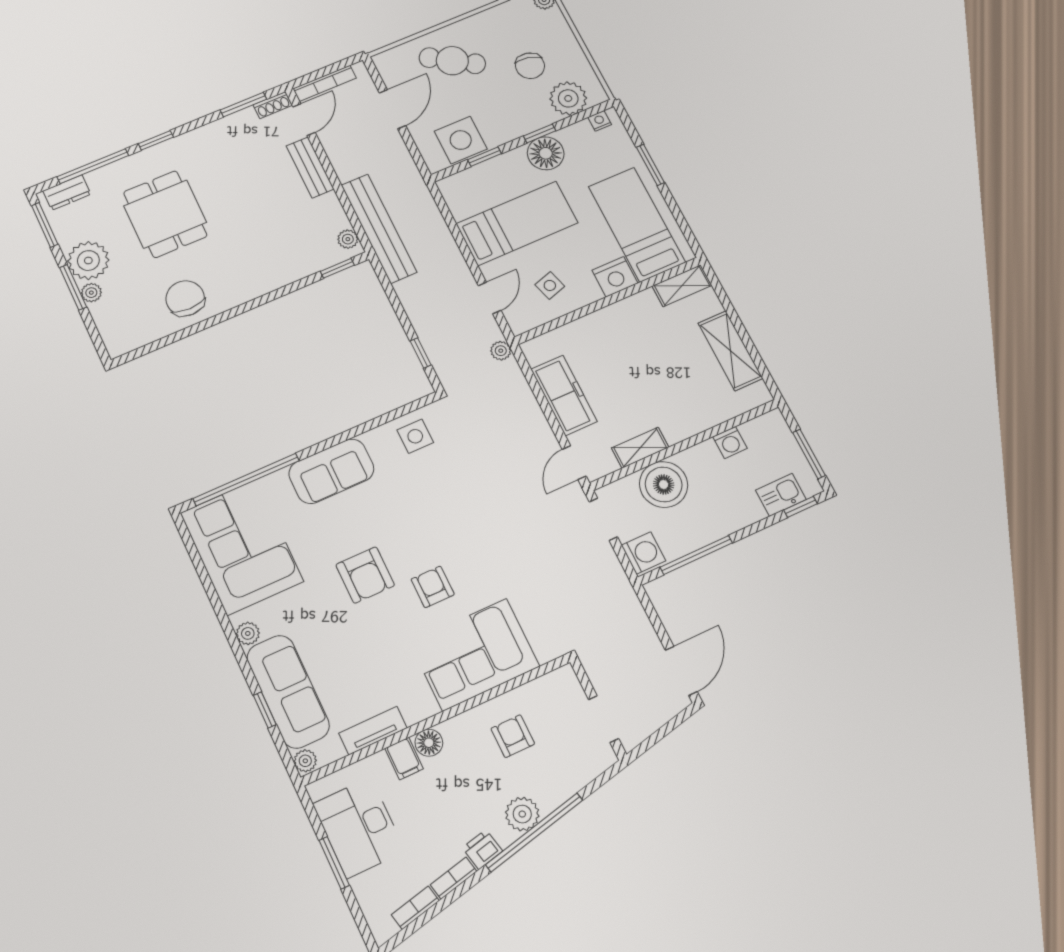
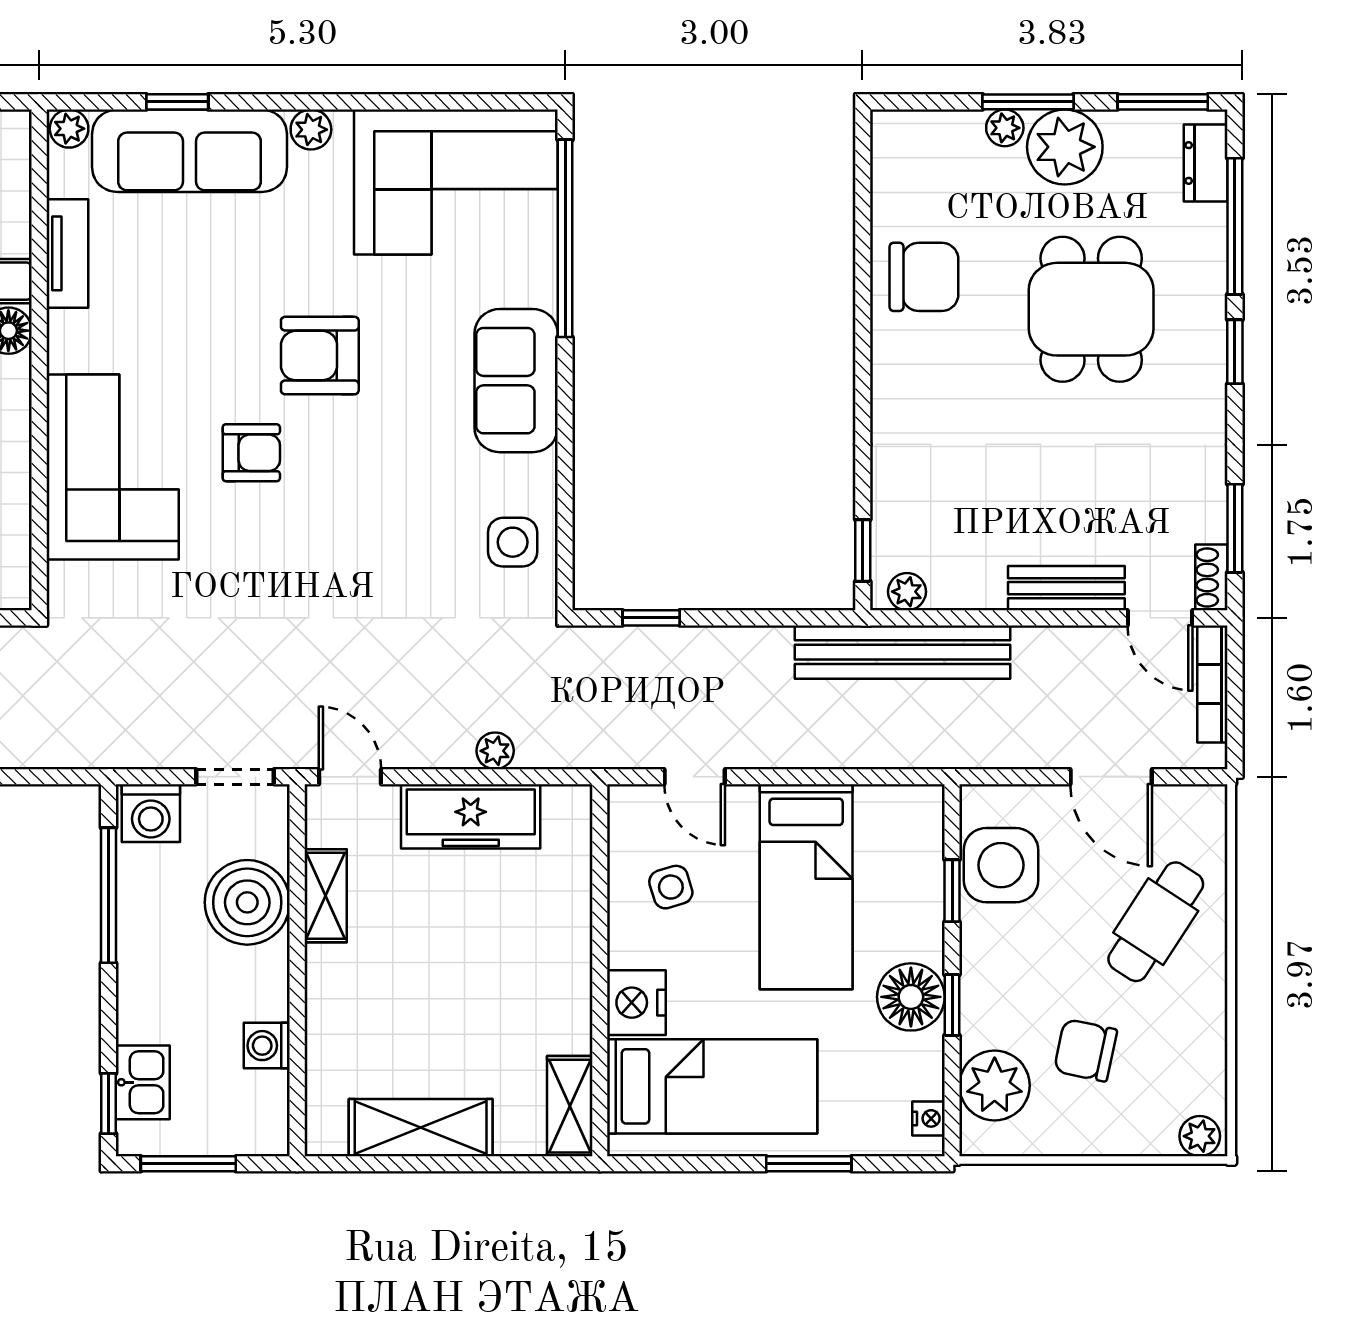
dining table: (165, 214) -> (1091, 309), turned 90
plant: (501, 351) -> (495, 751), moved

